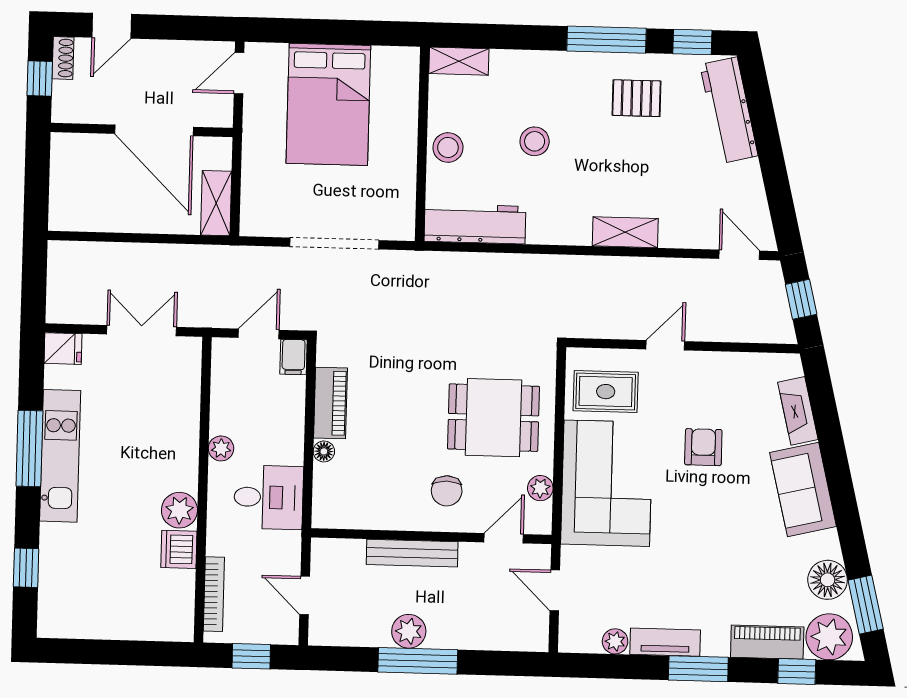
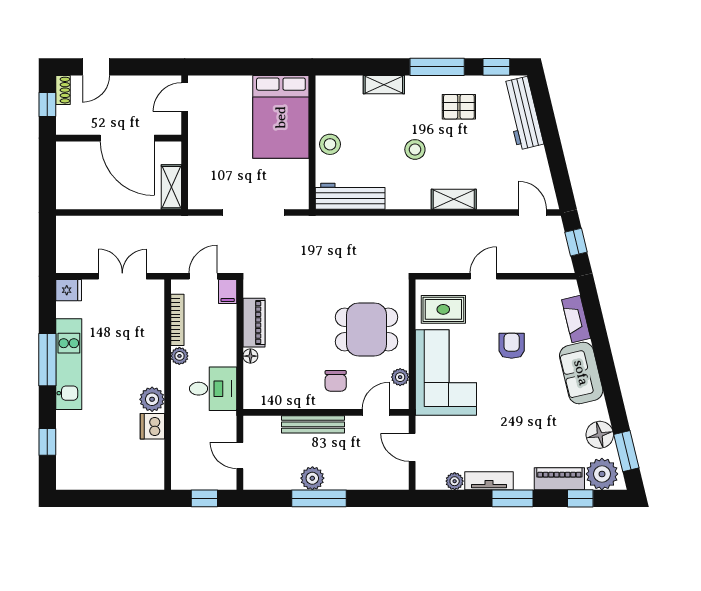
shelving: (459, 61) -> (384, 85), moved
bed: (328, 104) -> (281, 117), moved
stool: (535, 141) -> (415, 149), moved
bookcase: (214, 594) -> (177, 320), moved

